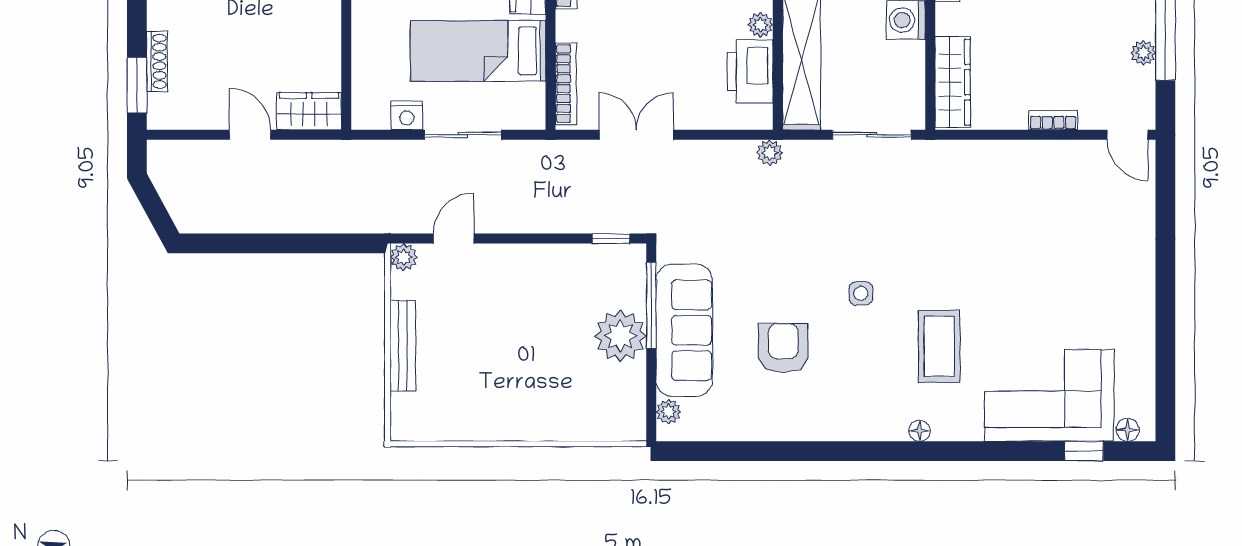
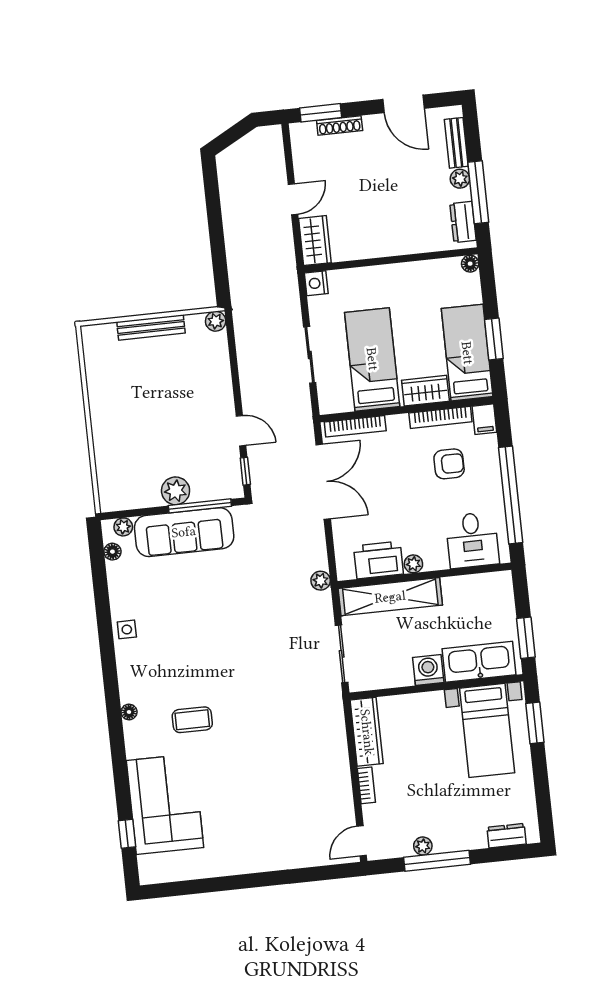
wardrobe: (953, 82) -> (367, 732), moved, turned -90
nightstand: (407, 115) -> (316, 283), moved
double door: (636, 135) -> (323, 482), width x1.37
door: (454, 239) -> (241, 431), moved
side table: (861, 293) -> (127, 629), moved
plant: (620, 336) -> (176, 491), width x0.73, depth x0.73
coffee table: (939, 346) -> (192, 720), width x0.73, depth x0.77
armchair: (783, 348) -> (179, 606), removed
floor lamp: (1128, 430) -> (112, 552), moved

